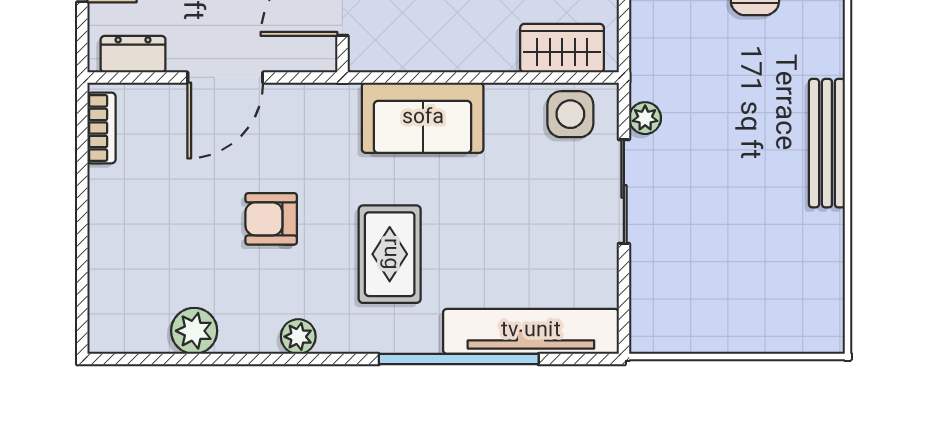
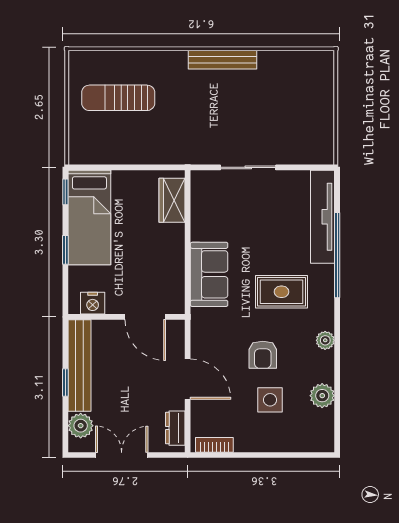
side table: (570, 114) -> (270, 400), moved
plant: (645, 118) -> (209, 156), removed

